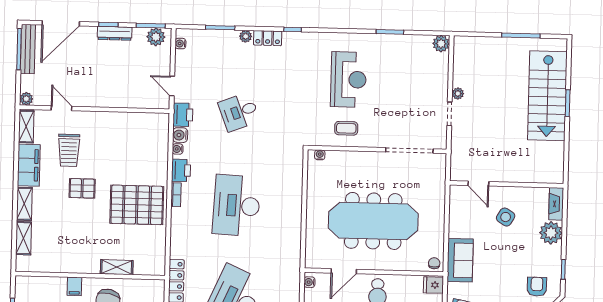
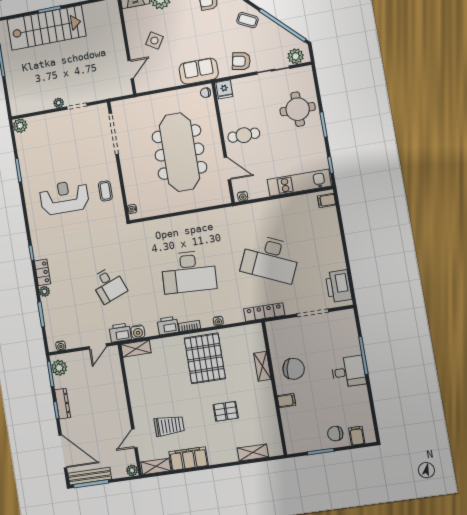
water cooler: (178, 149) -> (218, 321), moved
pallet: (82, 188) -> (226, 411), moved, turned 90
shelving: (24, 204) -> (136, 349), moved

